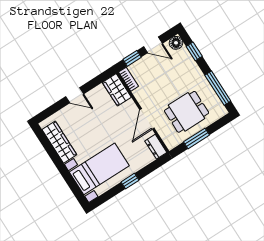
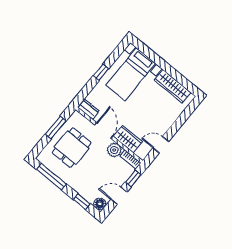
wardrobe: (117, 90) -> (128, 139), moved
door: (75, 95) -> (161, 145), moved
plant: (142, 95) -> (114, 150), added

